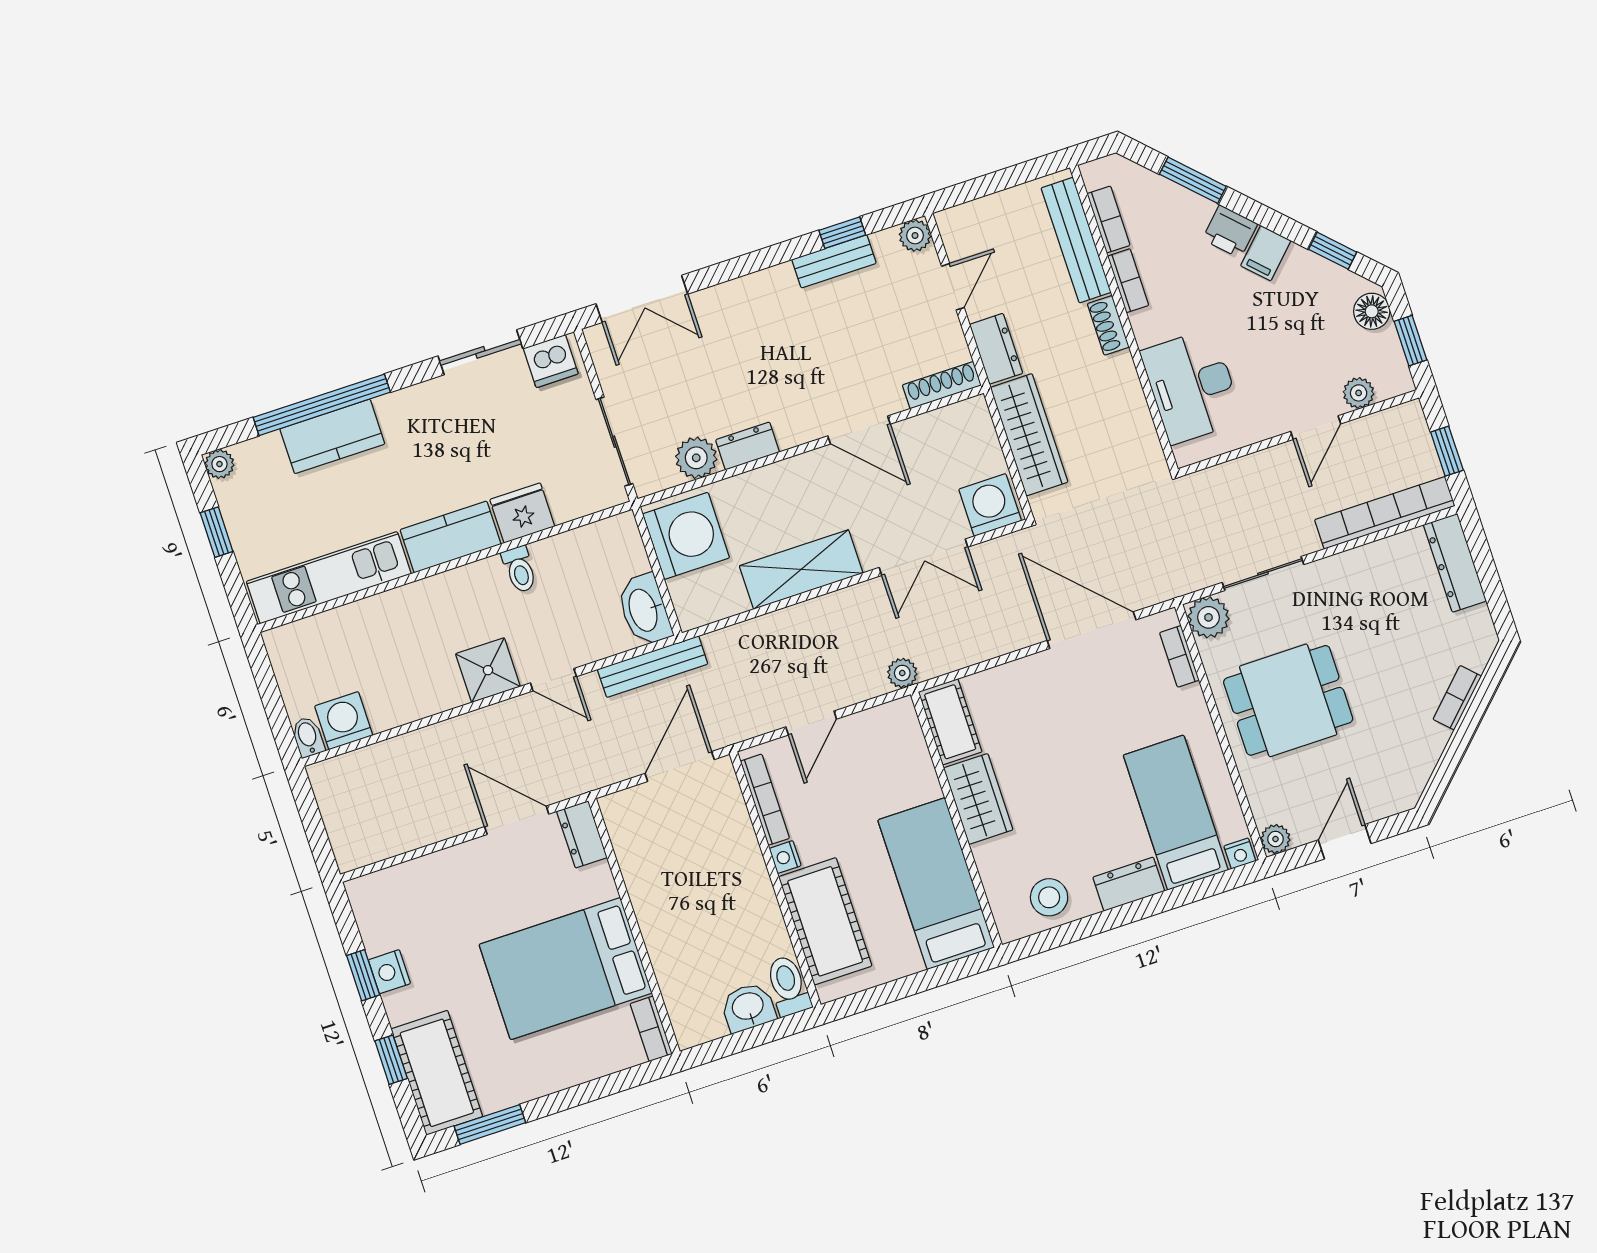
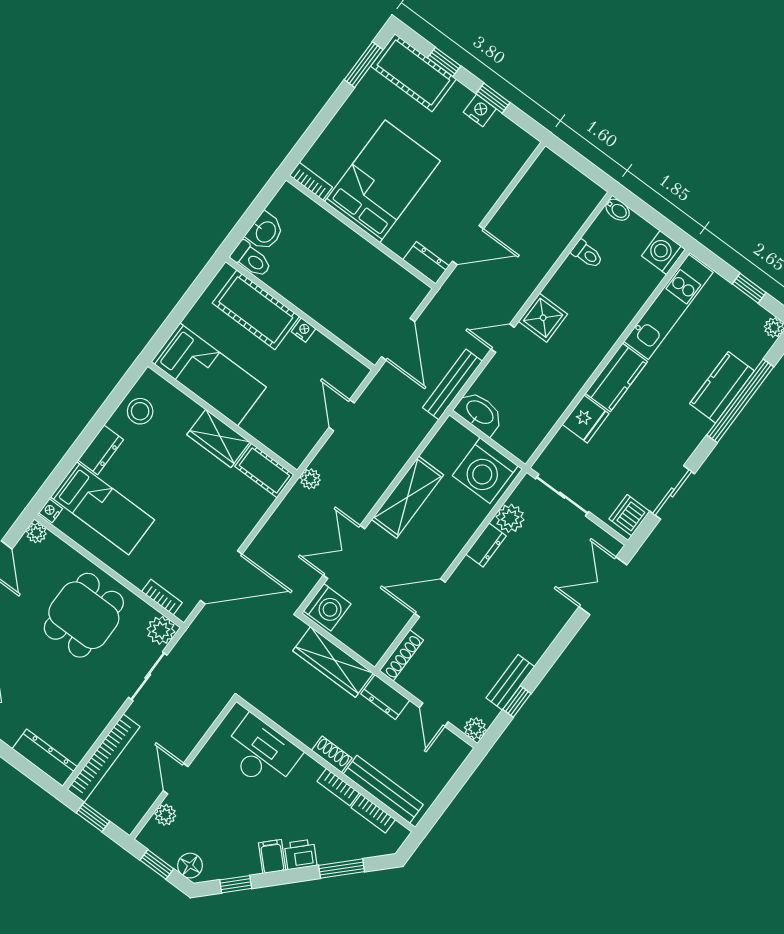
toilet: (520, 569) -> (587, 254), moved, turned 180
washing machine: (344, 721) -> (663, 253), moved, turned 180
bookcase: (765, 800) -> (337, 354), removed

